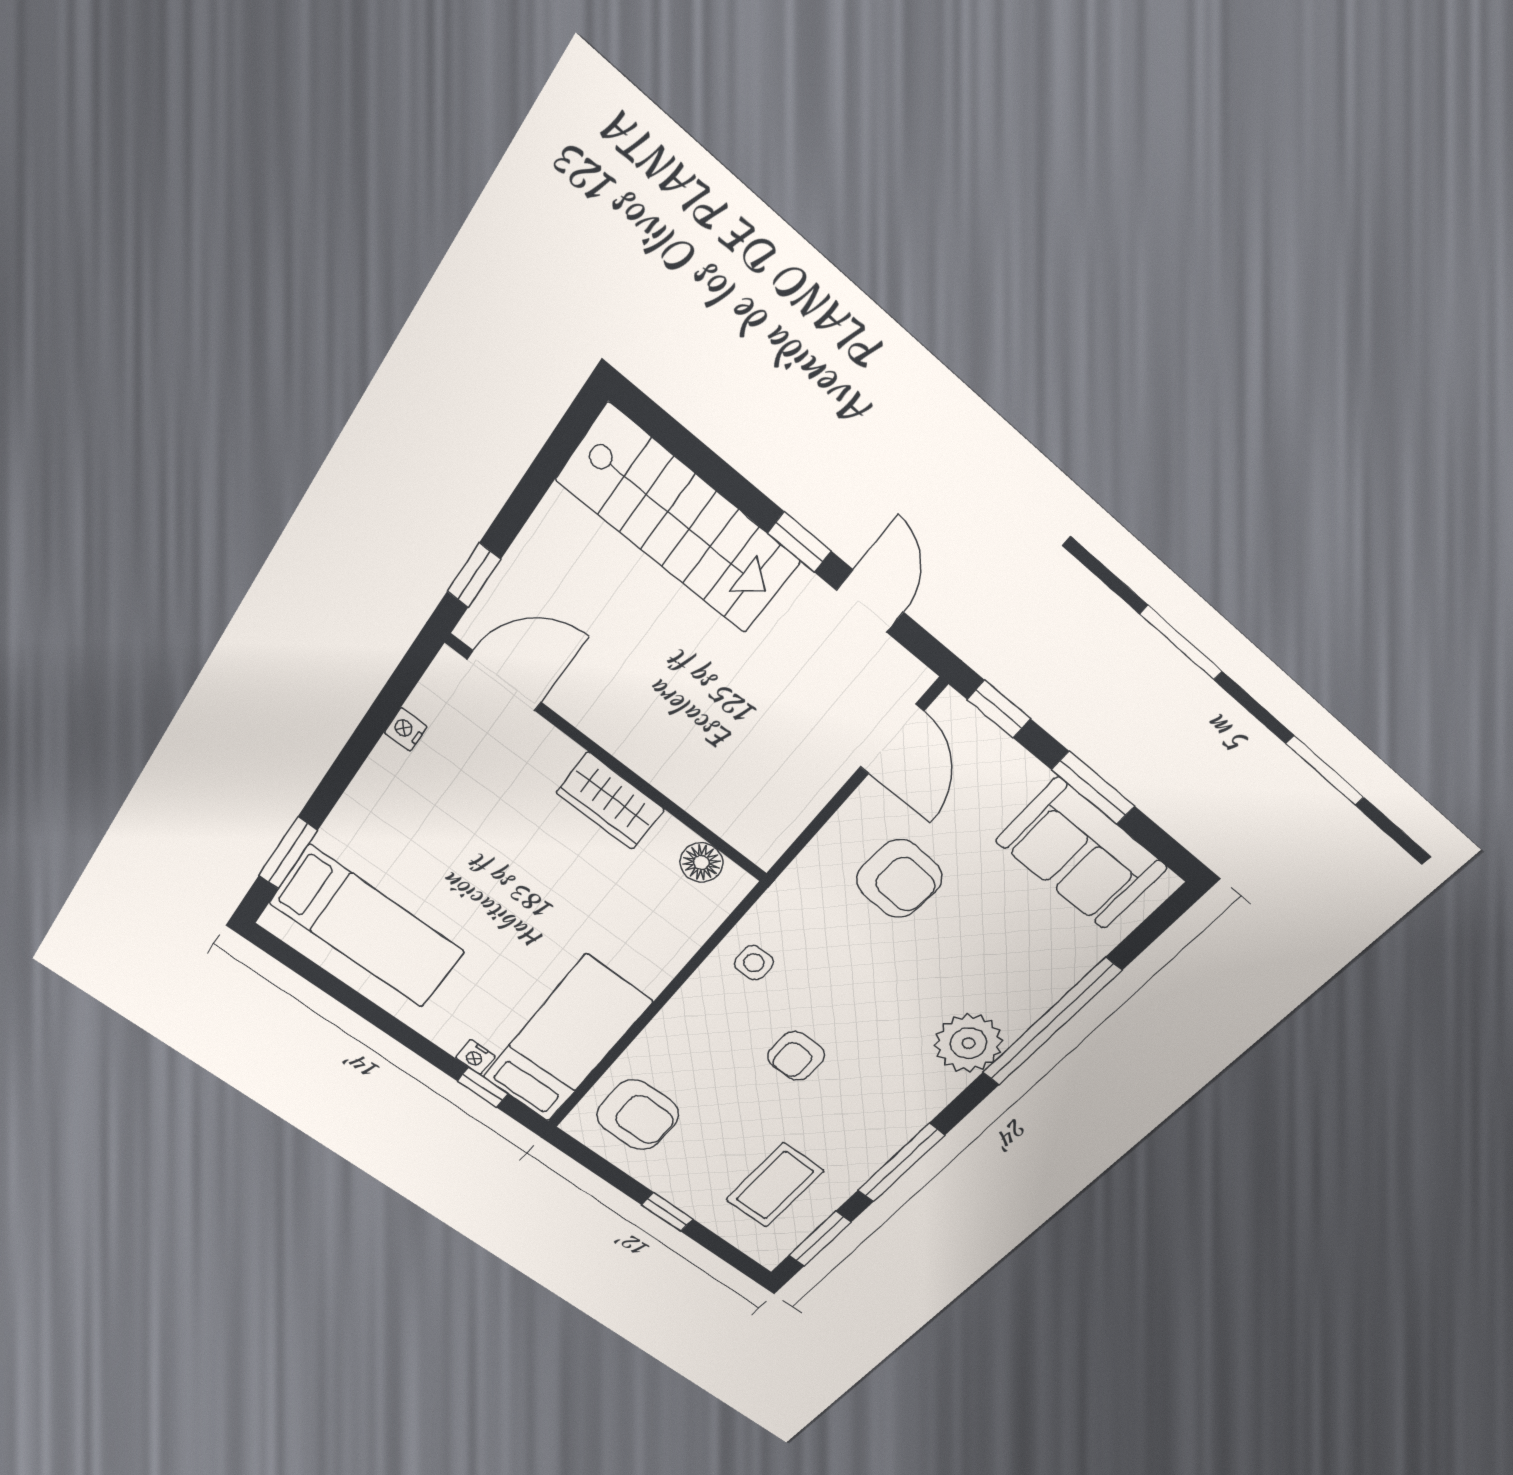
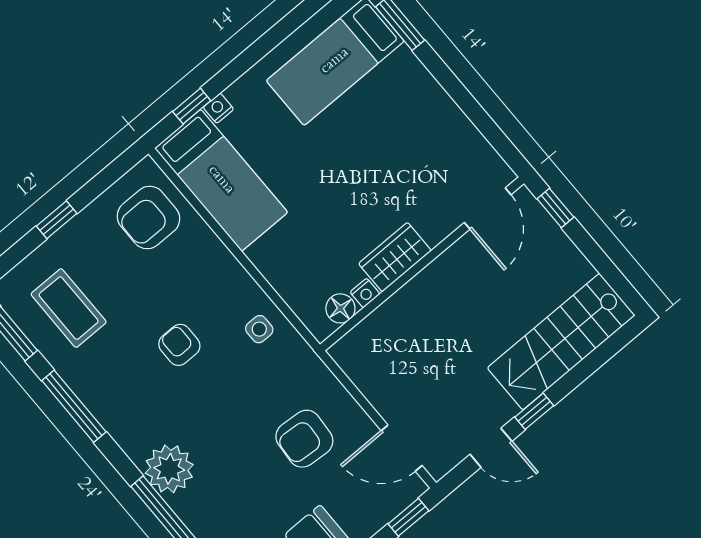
nightstand: (406, 730) -> (365, 293), moved, turned 90

